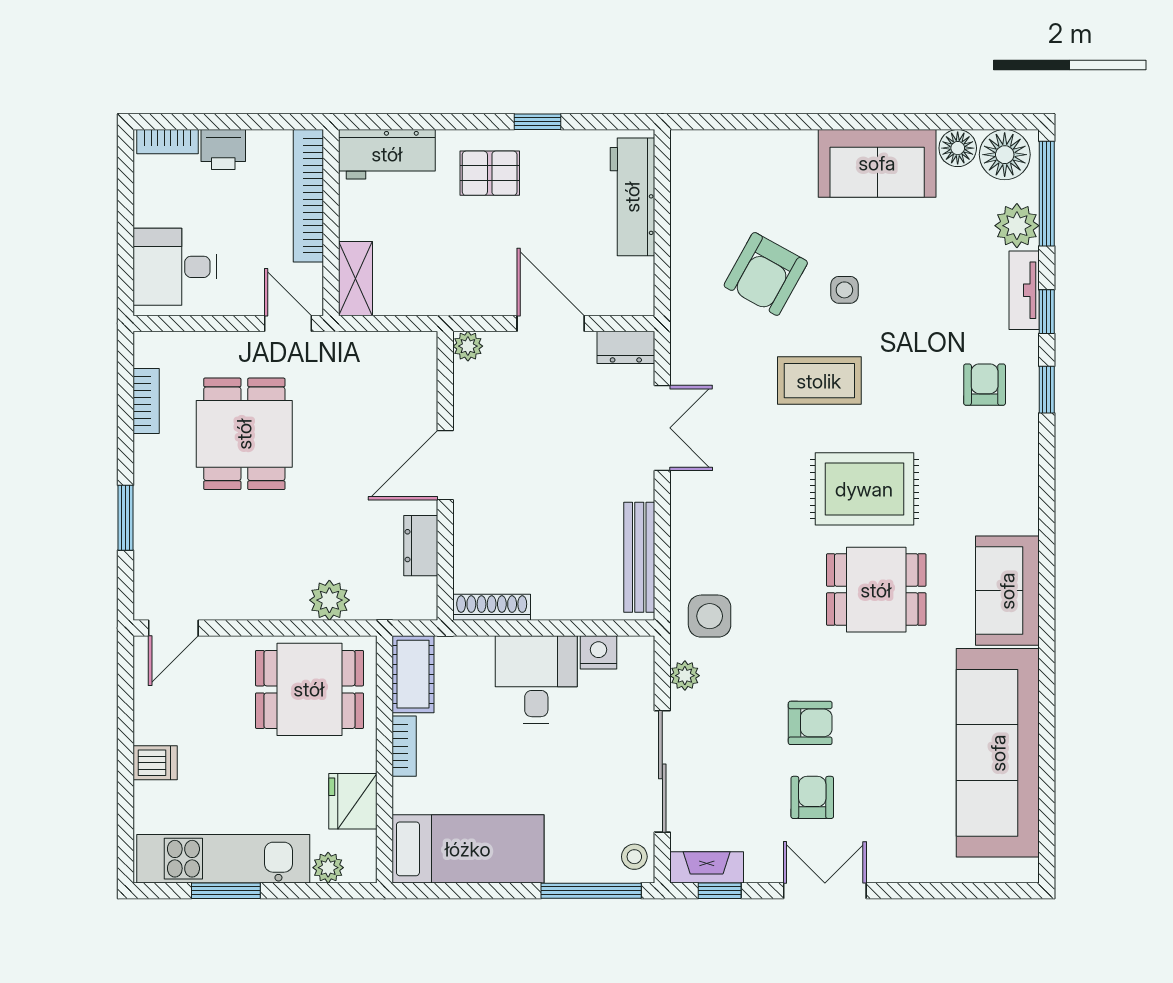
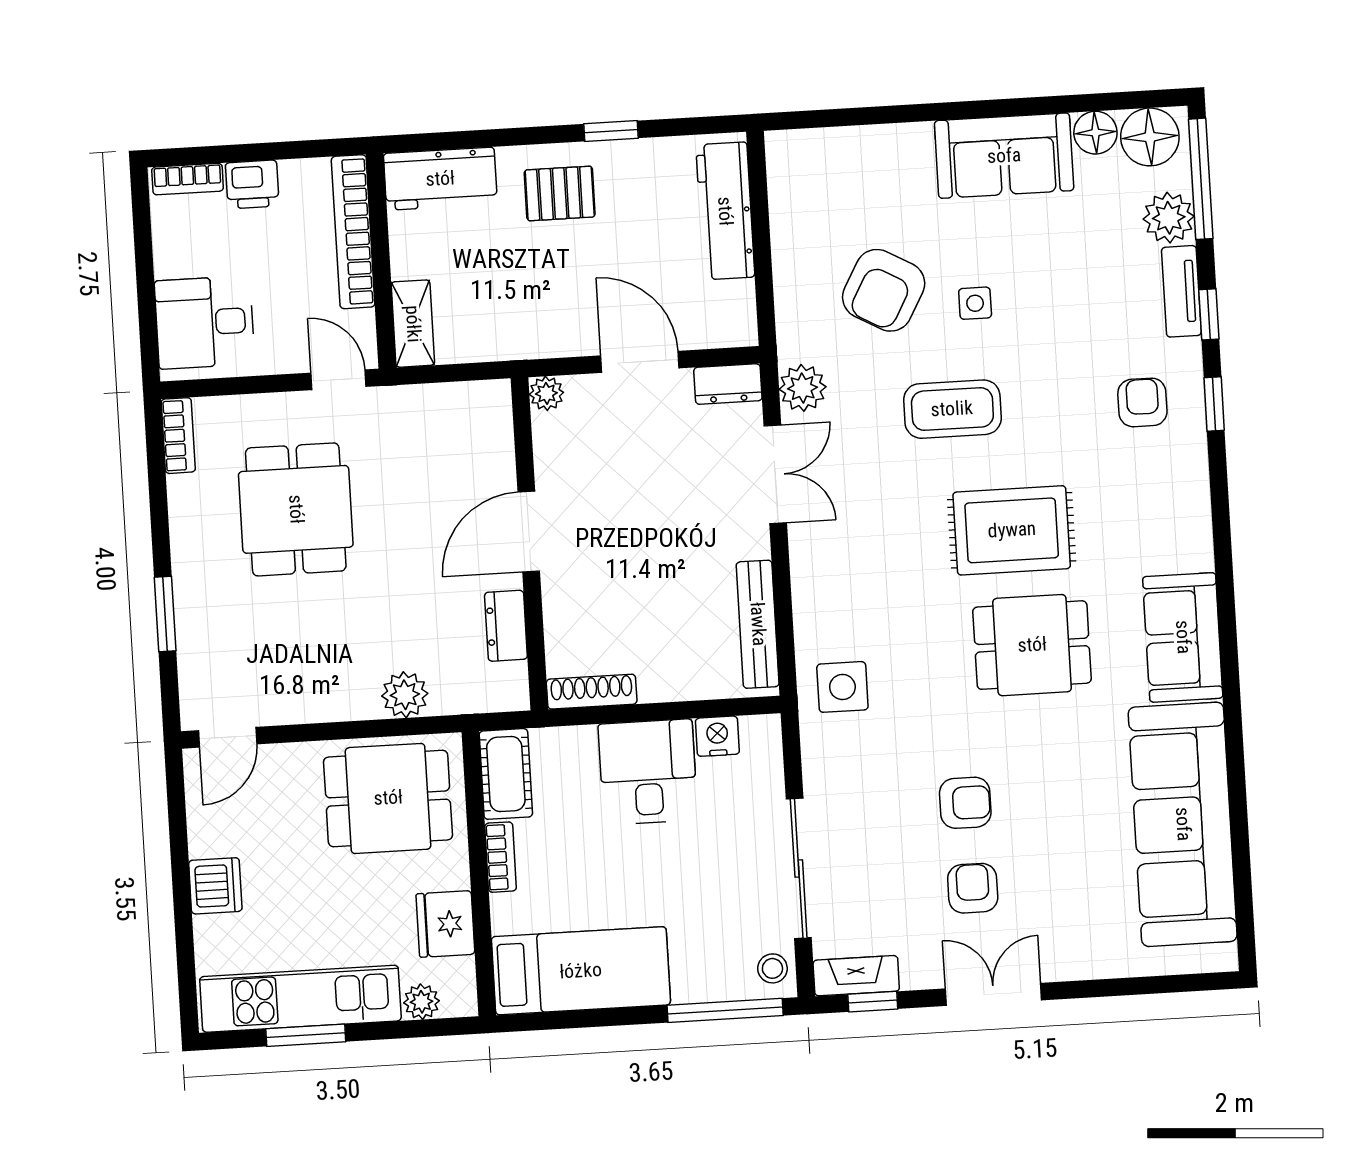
bookcase: (146, 401) -> (178, 436), moved
plant: (685, 676) -> (803, 388), moved, width x1.38, depth x1.38
dishwasher: (155, 763) -> (215, 886), width x1.38

